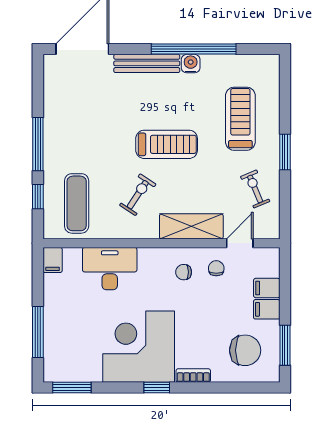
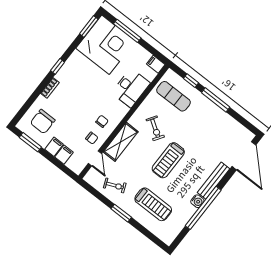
corner desk: (139, 347) -> (105, 45), moved

